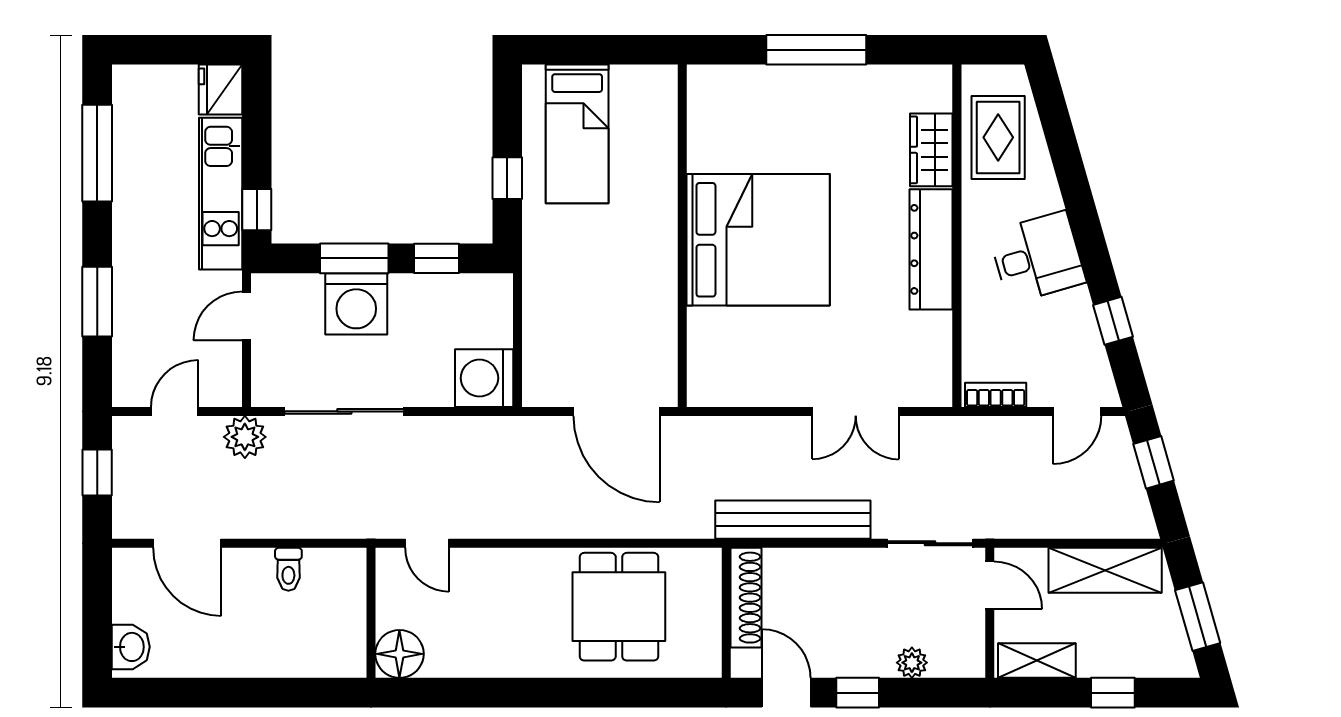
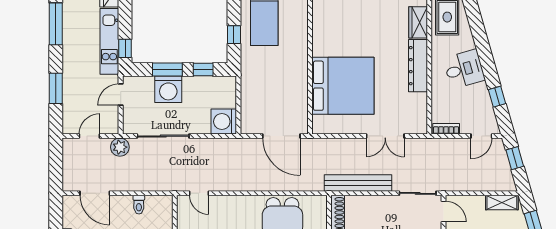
bed: (758, 240) -> (343, 86), moved
window: (97, 473) -> (56, 163), removed
shelving: (1105, 570) -> (502, 203), width x0.67, depth x0.75

